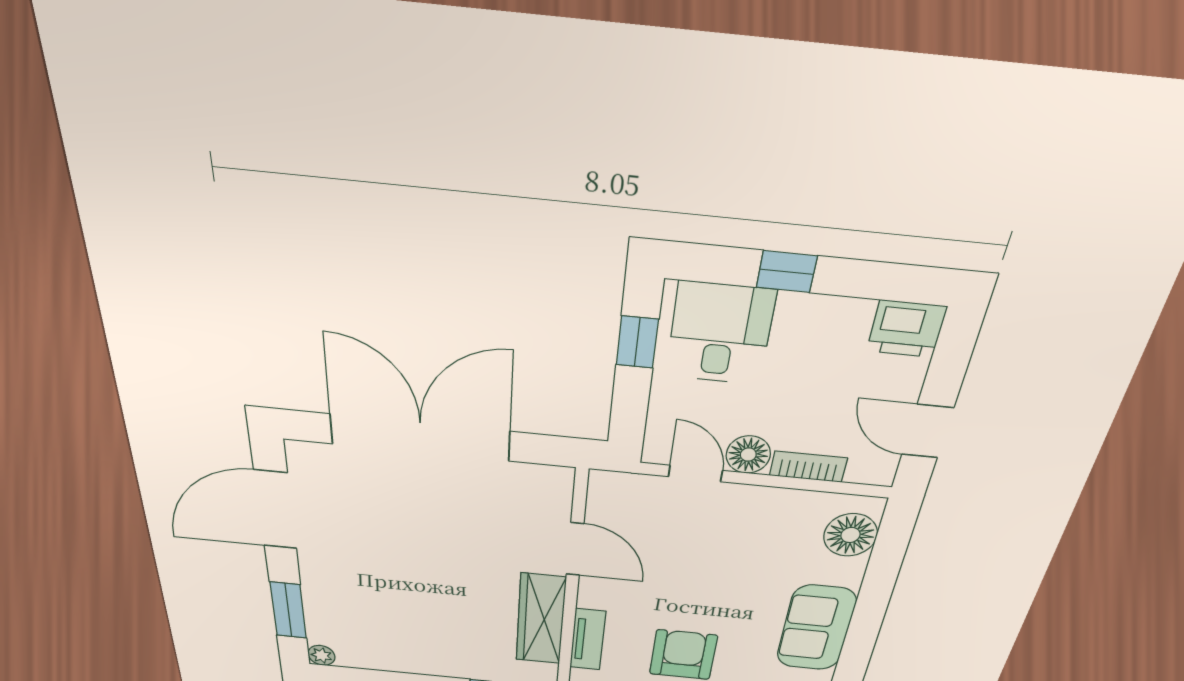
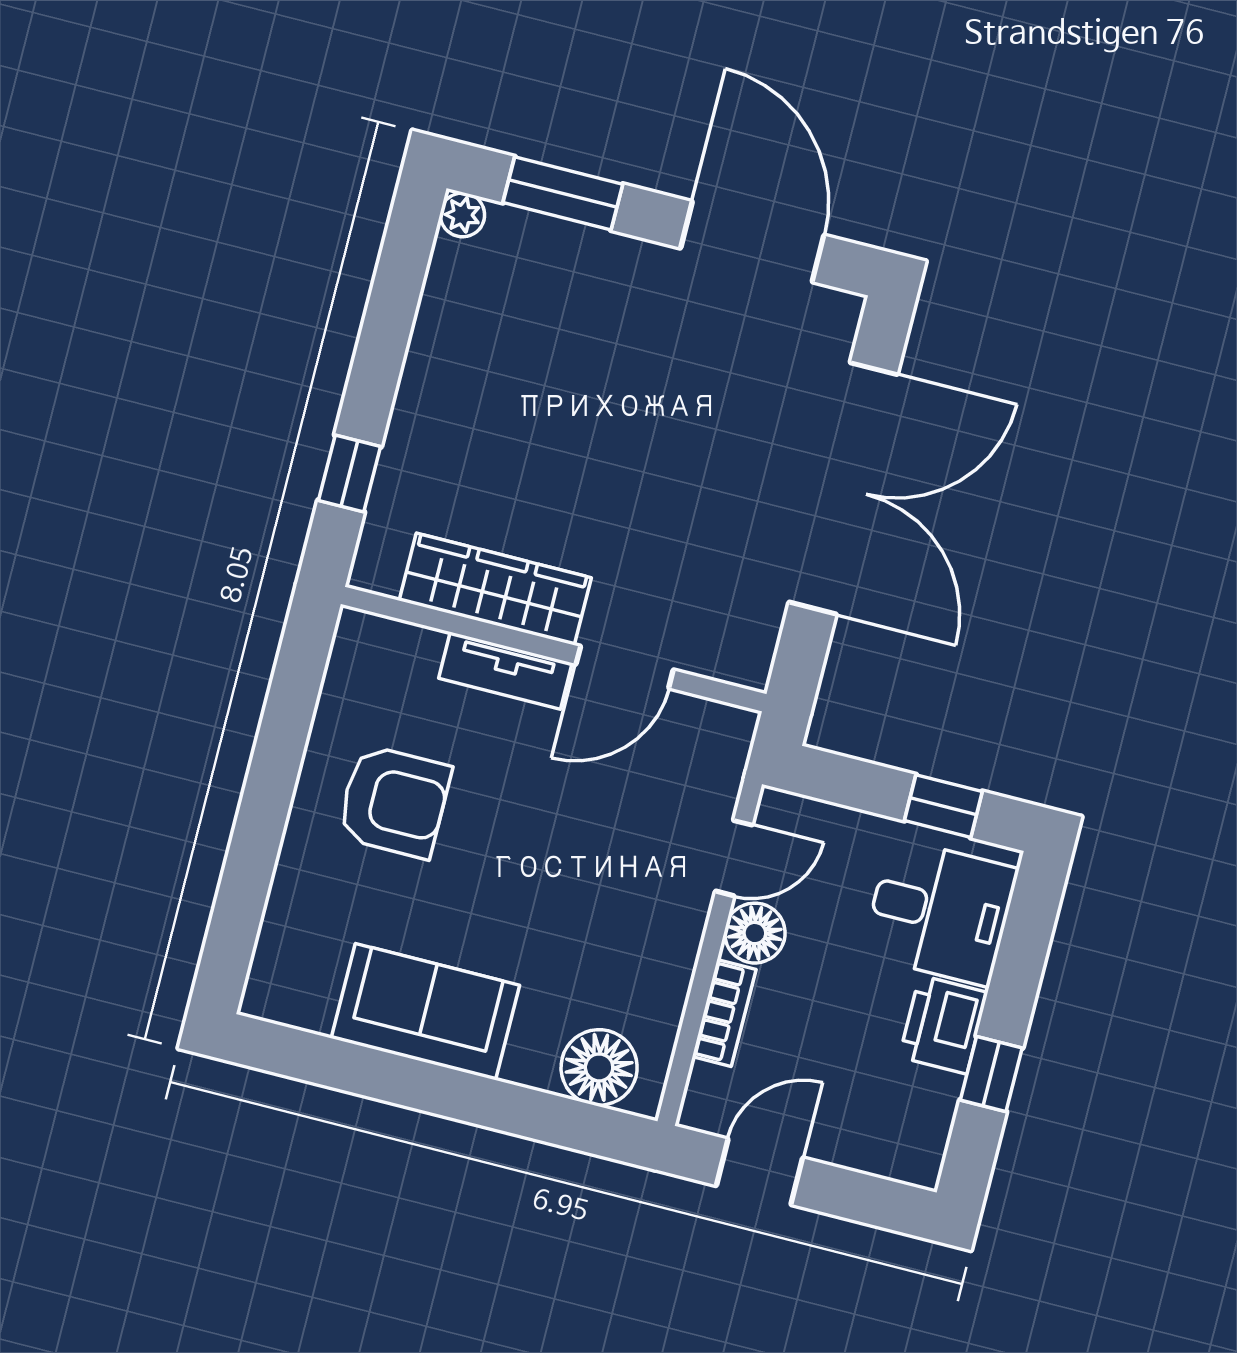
window: (787, 272) -> (991, 1074), moved
printer: (907, 329) -> (943, 1025), moved
tv unit: (588, 640) -> (505, 671), moved

